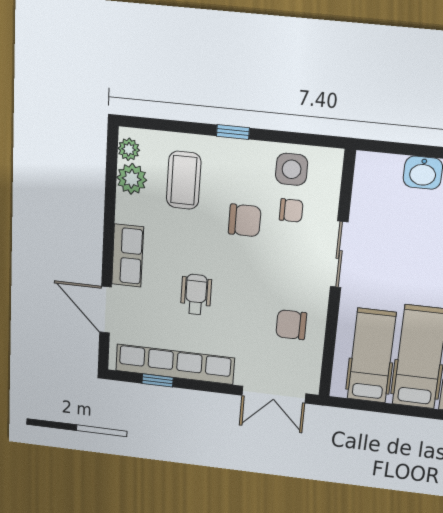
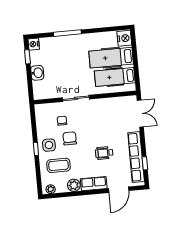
side table: (292, 169) -> (49, 145), moved
plant: (132, 179) -> (74, 185), moved
chair: (291, 325) -> (109, 112), removed

